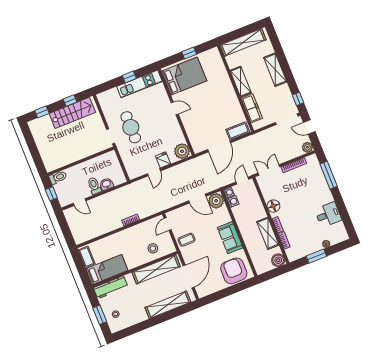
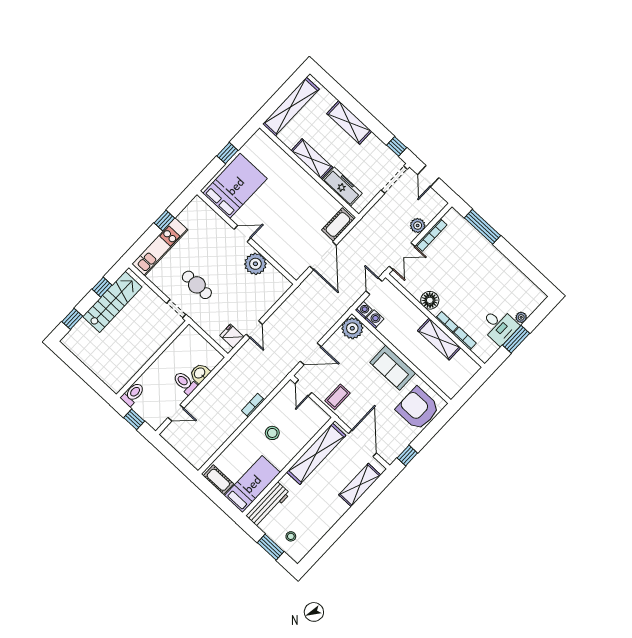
kitchen unit: (139, 84) -> (160, 247), moved
cafe table: (131, 127) -> (197, 285), width x0.73, depth x0.74
door: (309, 127) -> (428, 176), hinge flipped
plant: (307, 147) -> (418, 225), moved
plant: (182, 151) -> (255, 264), moved
fridge: (163, 160) -> (232, 336), moved
double door: (269, 170) -> (402, 256), swing flipped
door: (197, 199) -> (311, 354), moved
desk: (328, 215) -> (499, 326), moved, turned 90
stool: (153, 248) -> (272, 433), moved
boiler: (278, 260) -> (469, 368), removed
window: (213, 297) -> (407, 456), added
shelving: (168, 305) -> (360, 485), width x0.68

